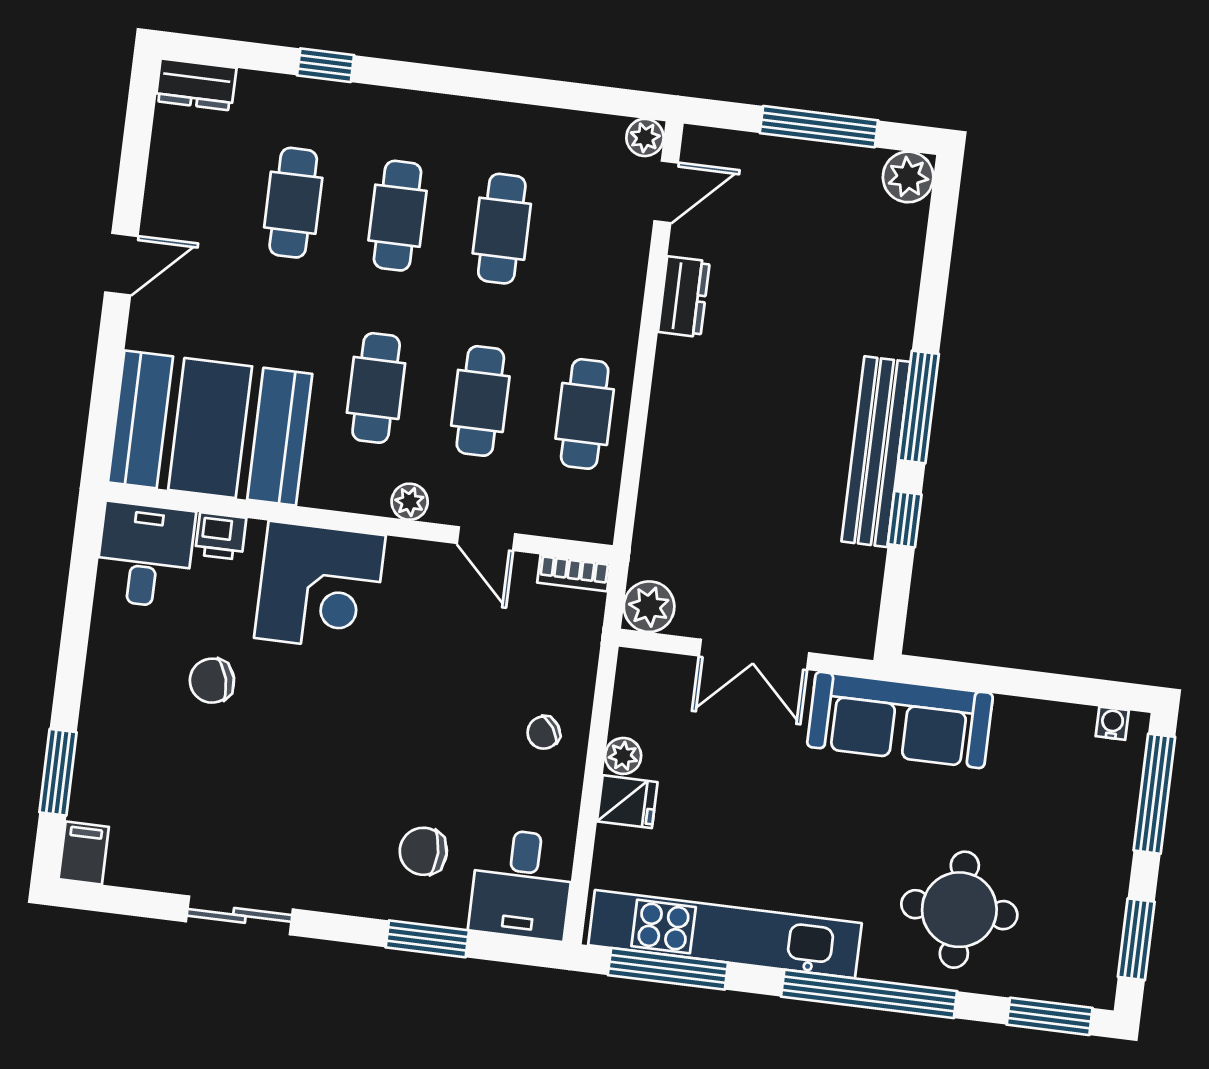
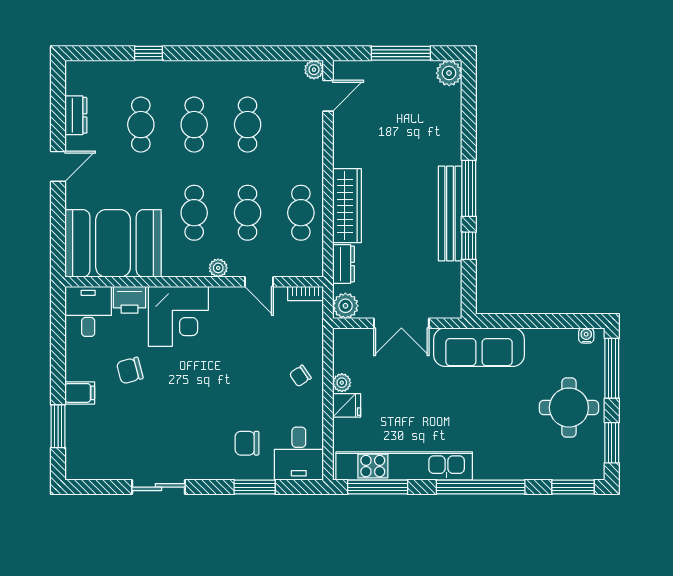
dresser: (196, 84) -> (76, 115), moved, turned -90
dresser: (684, 297) -> (344, 264), moved
wardrobe: (676, 411) -> (347, 206), added
printer: (221, 536) -> (129, 300), width x1.36, depth x1.24
filing cabinet: (84, 853) -> (80, 393), moved, turned 90
round table: (959, 910) -> (569, 408), moved

